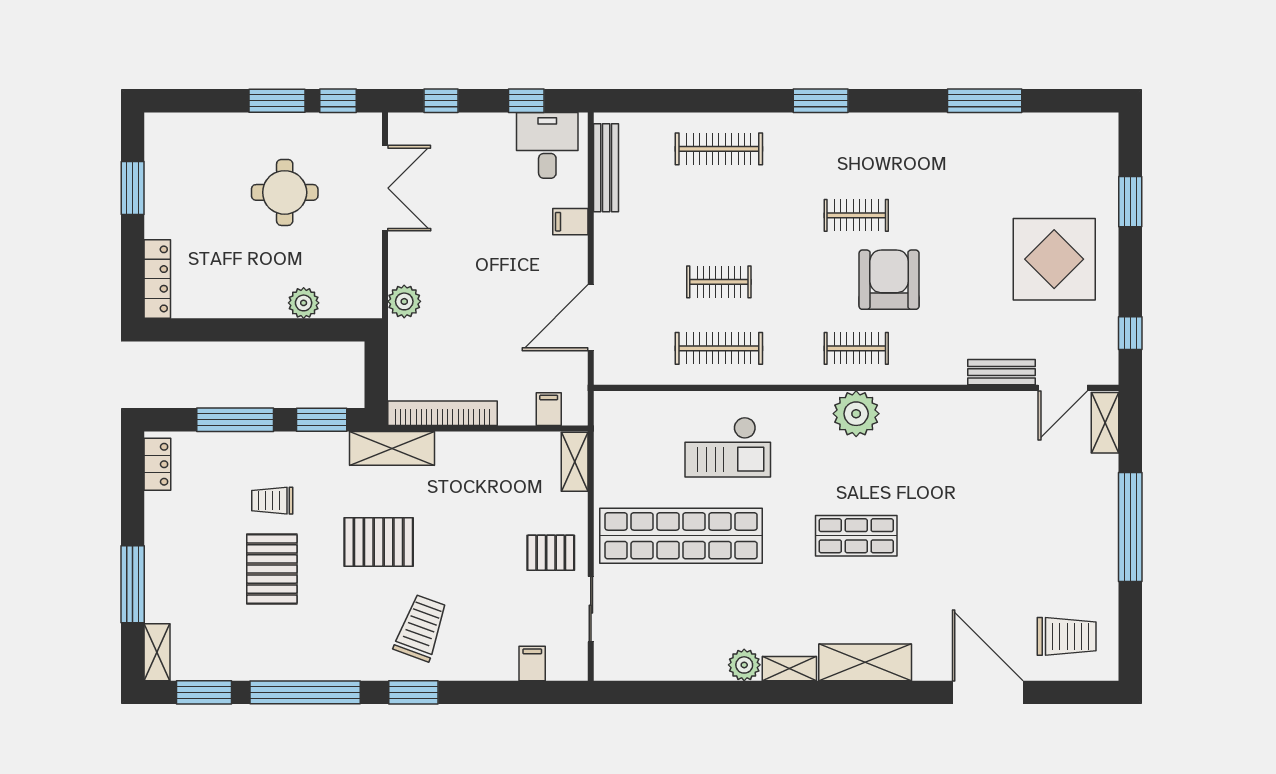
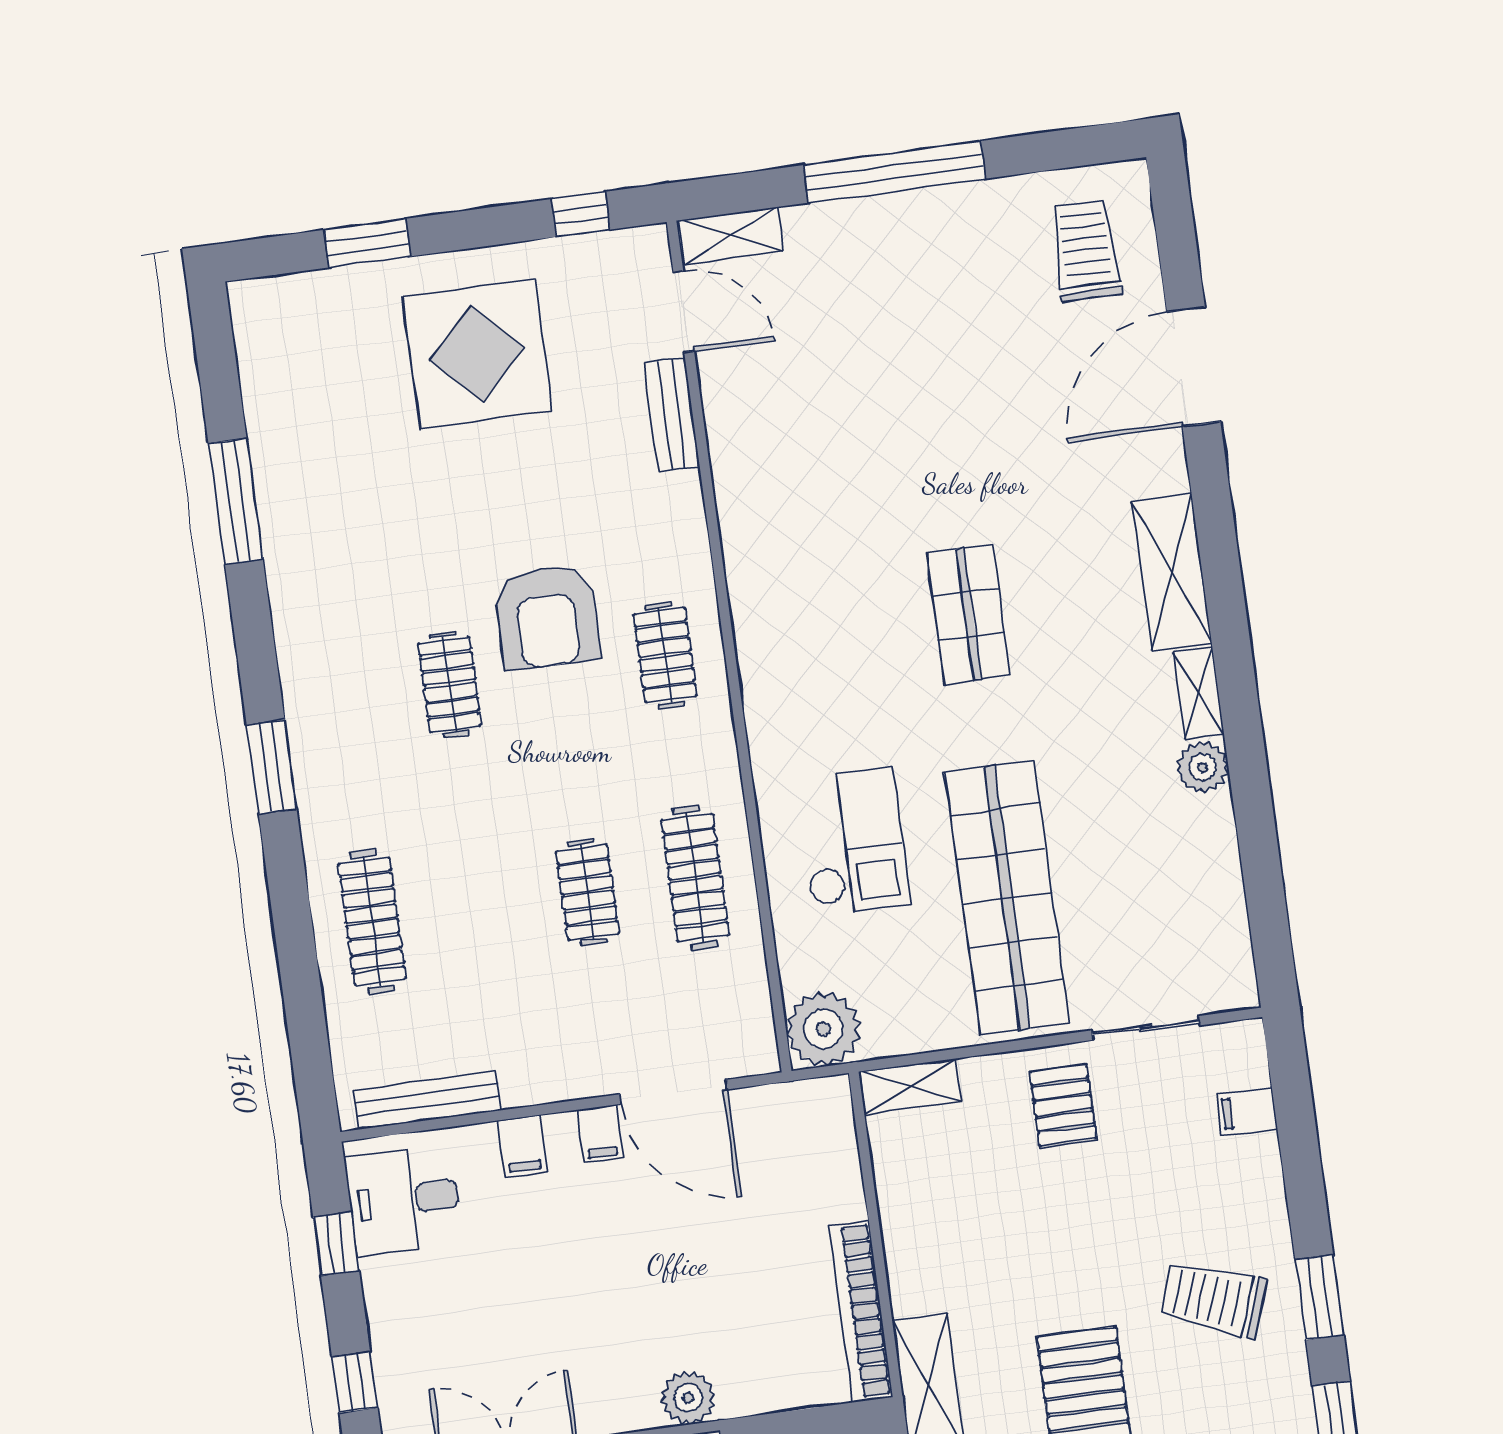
armchair: (889, 280) -> (547, 617), turned -90
filing cabinet: (549, 409) -> (600, 1134), moved, turned -90
plant: (856, 414) -> (823, 1029), moved

